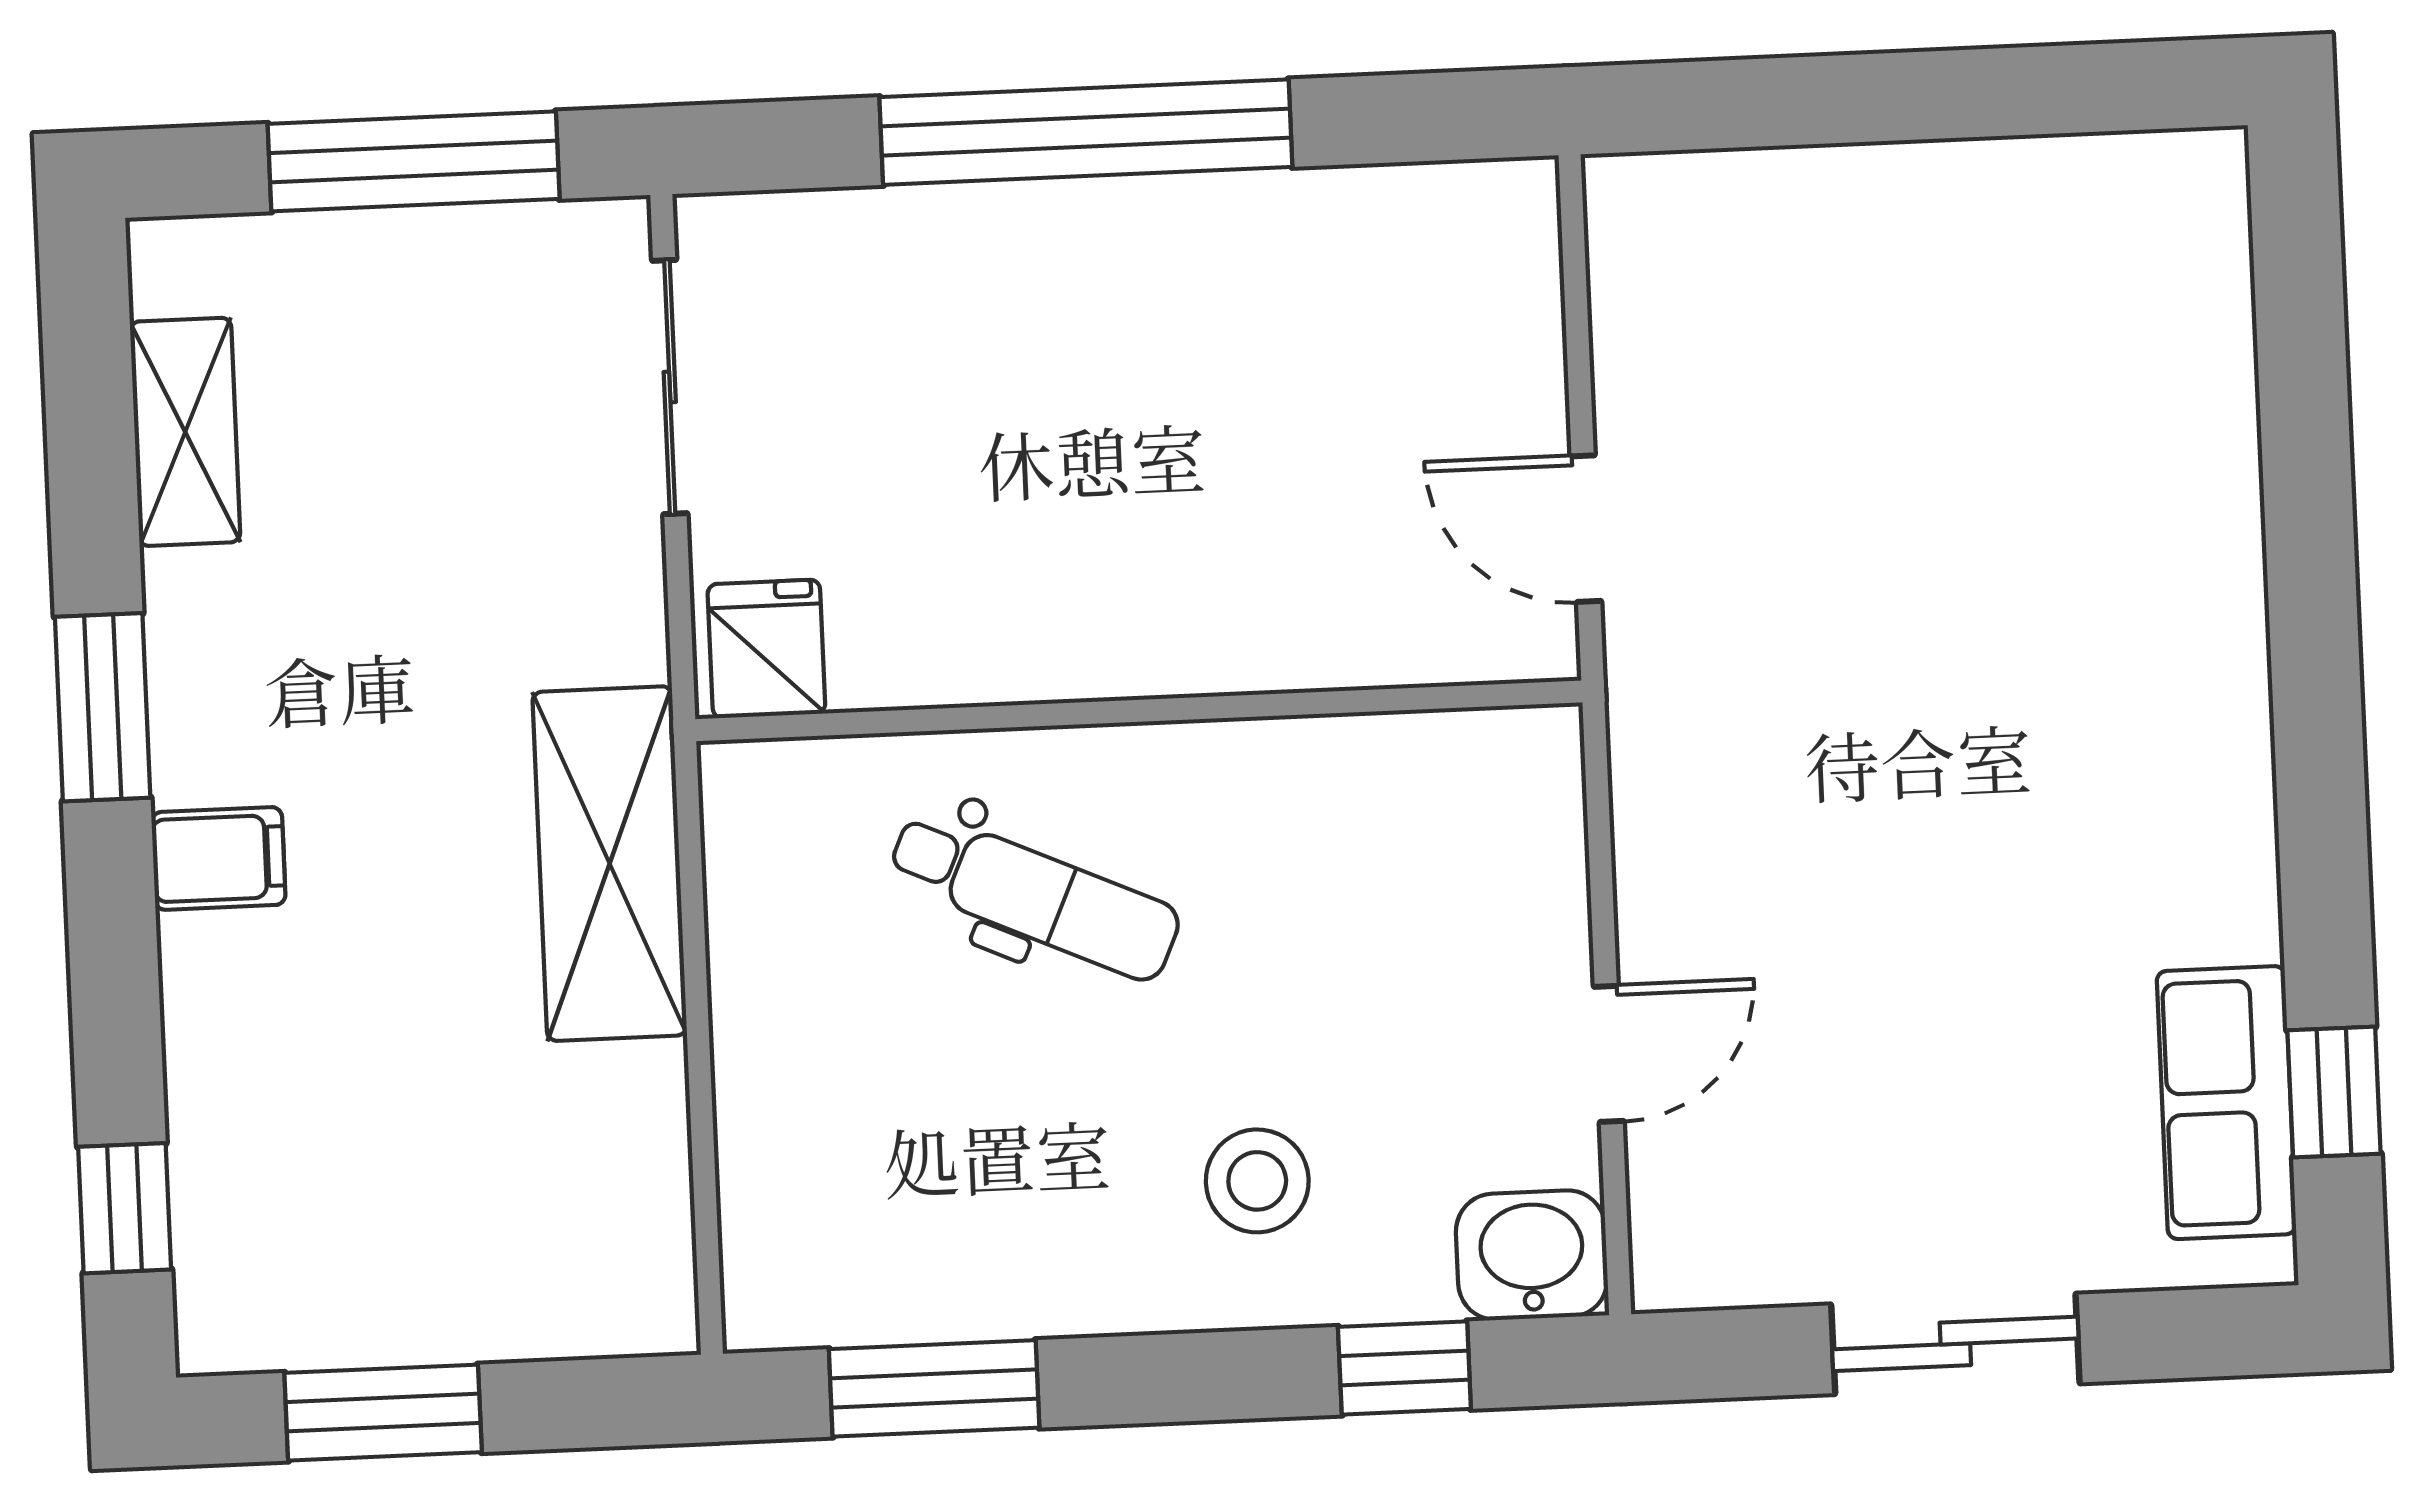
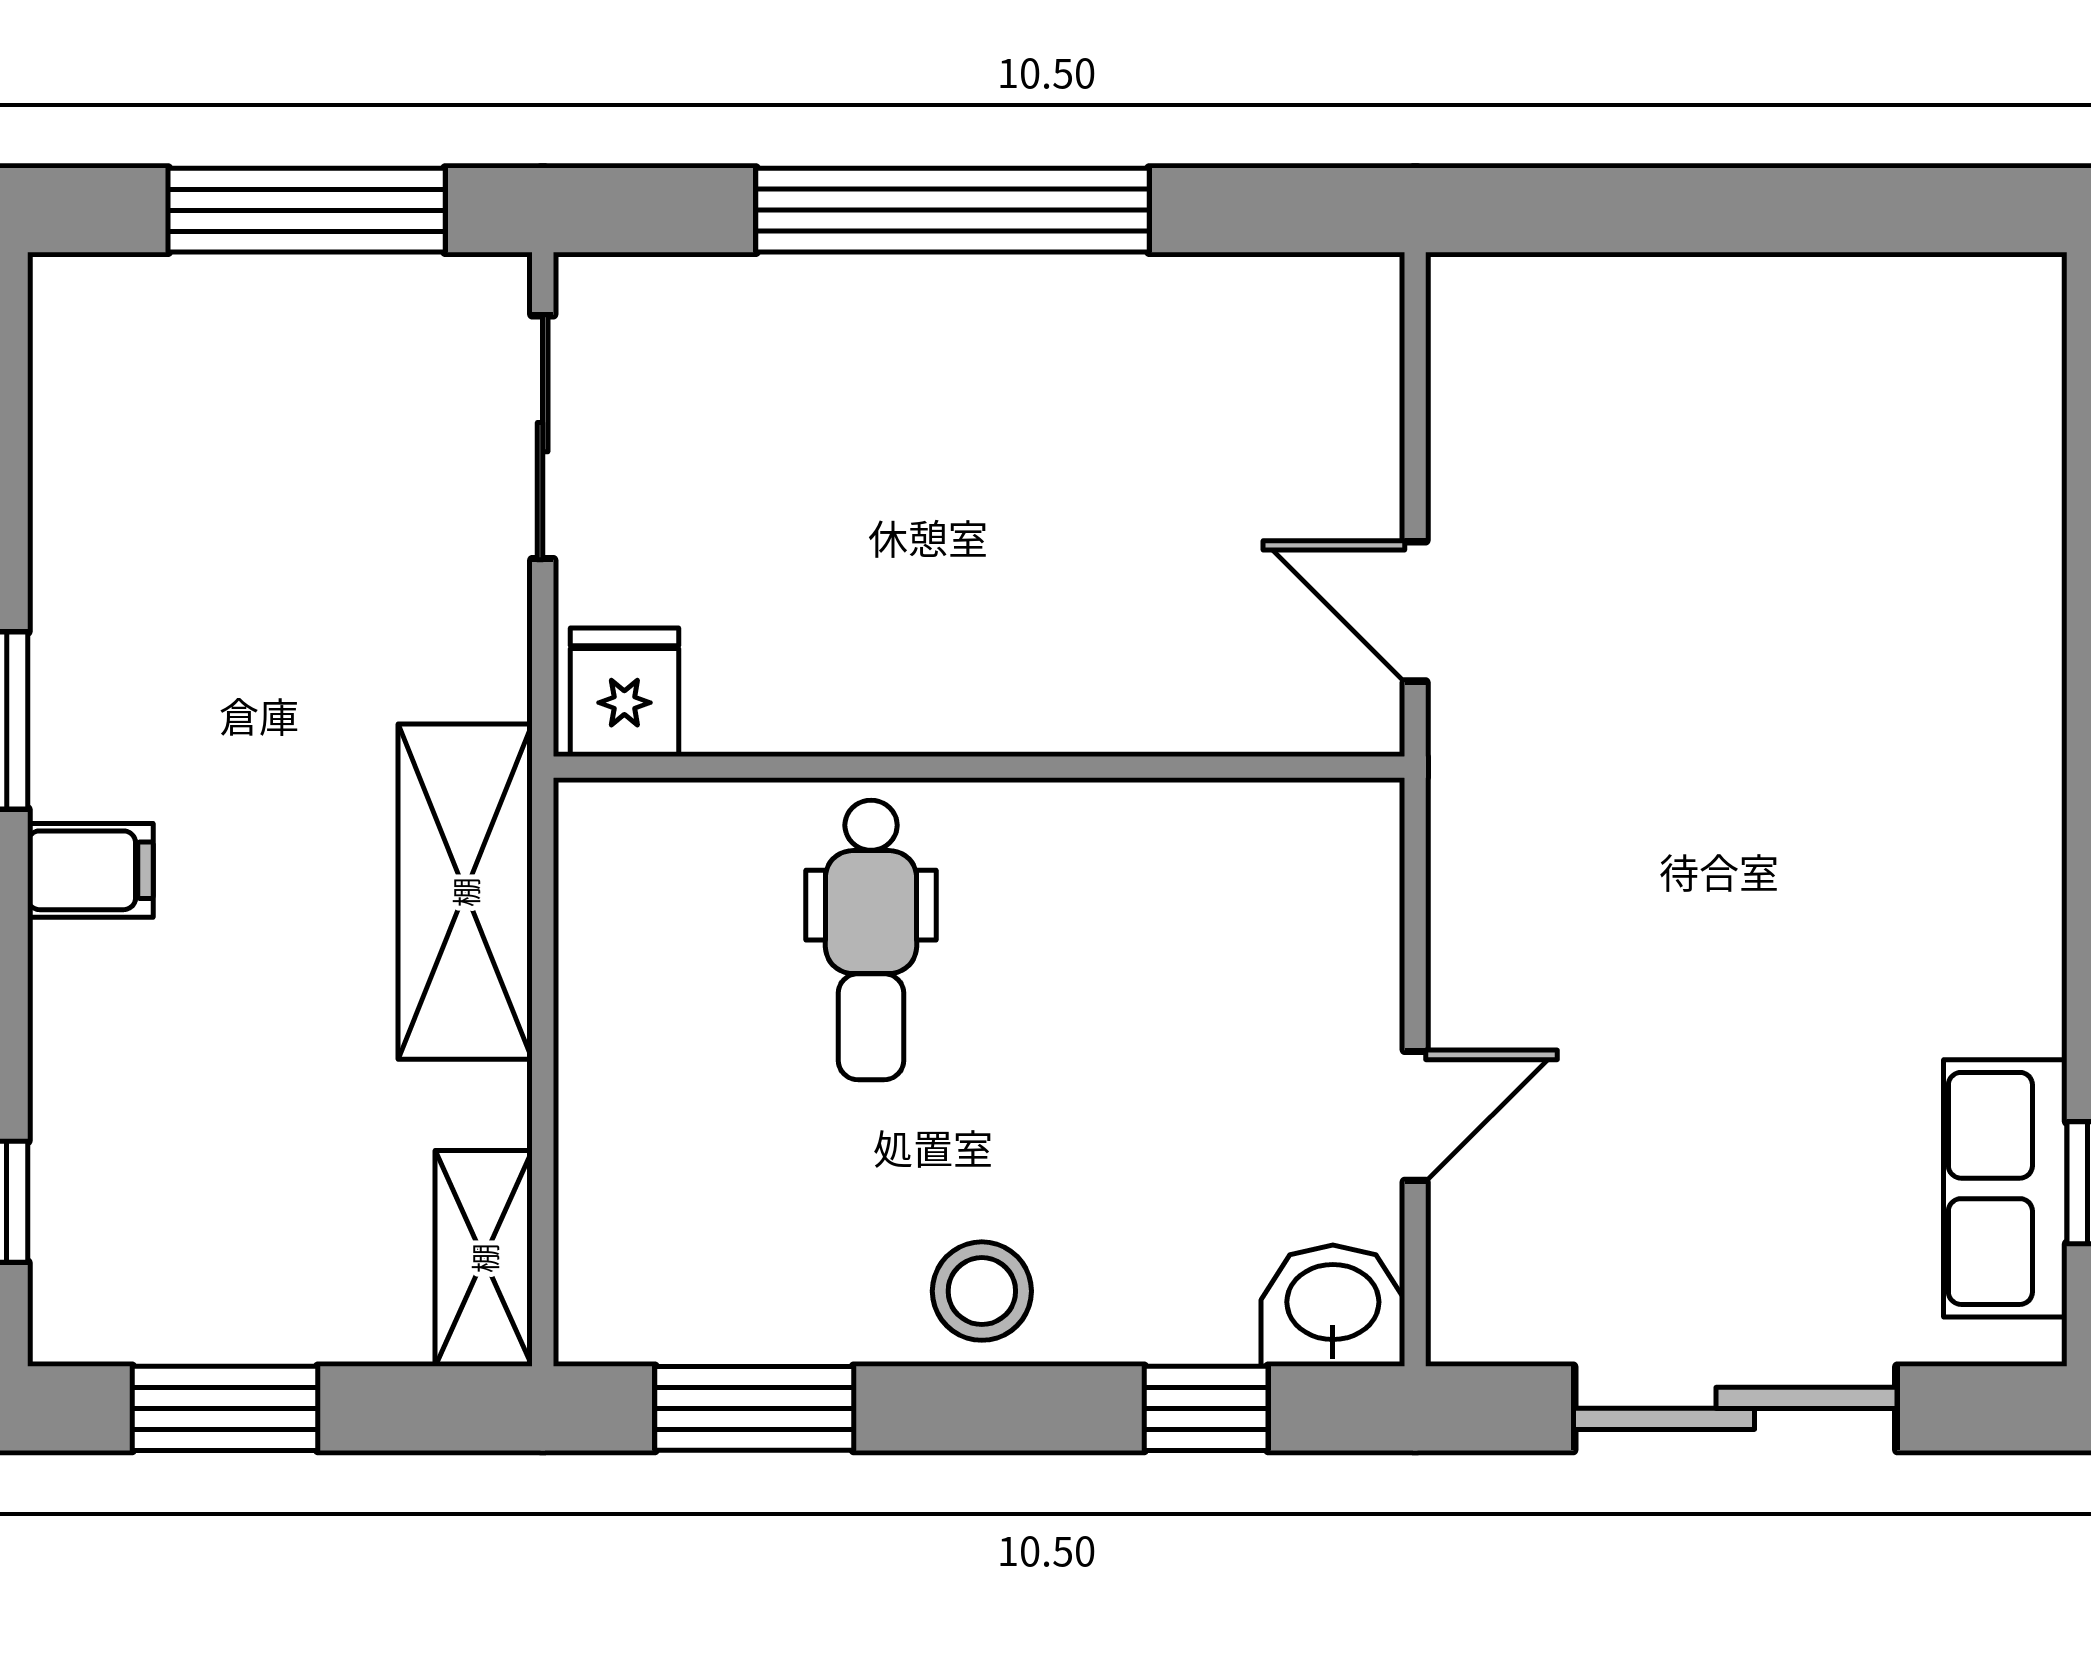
shelving: (185, 432) -> (484, 1258), moved
dental chair: (1034, 896) -> (871, 940), turned 66
stool: (1257, 1181) -> (982, 1291), moved
sliding door: (1955, 1344) -> (1735, 1408), width x1.37

